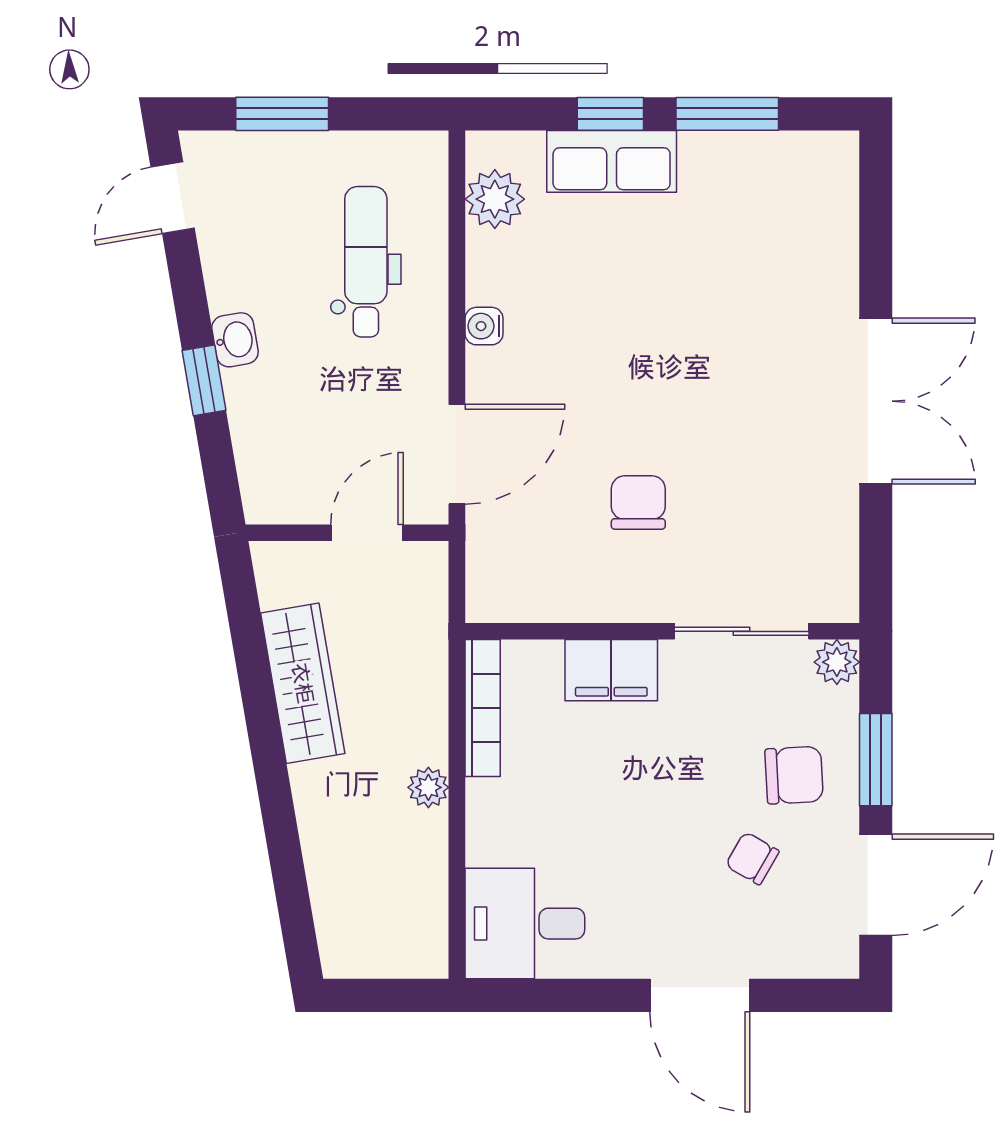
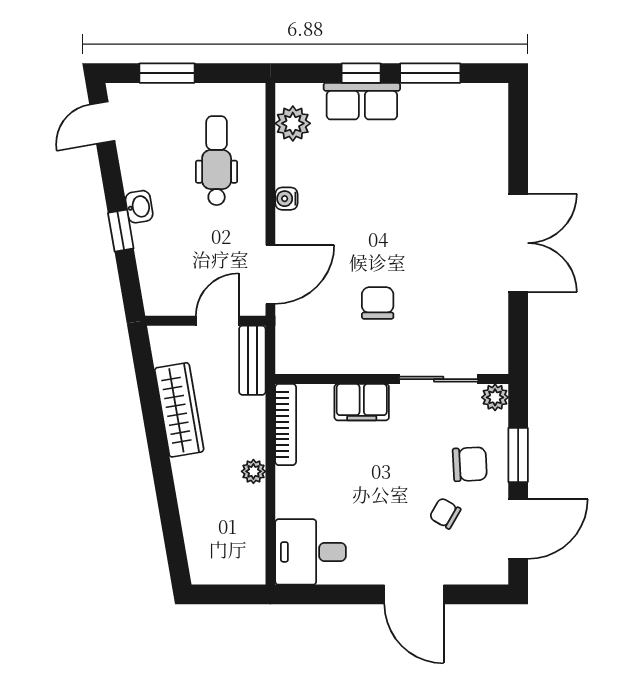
bench: (426, 599) -> (252, 360), added

